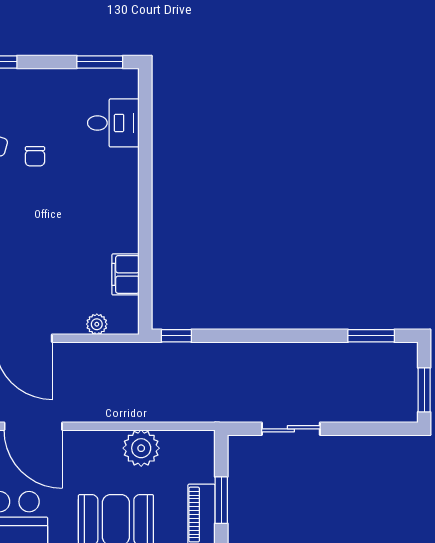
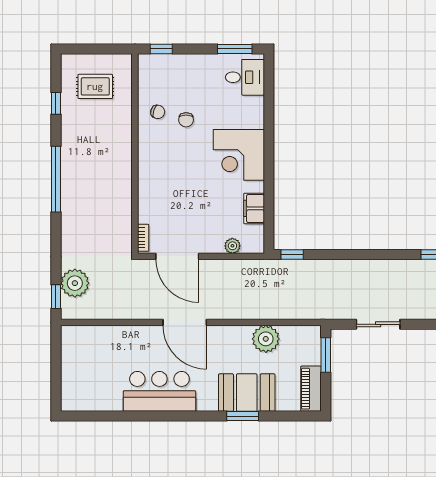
desk: (113, 123) -> (245, 77), moved
corner desk: (105, 203) -> (239, 155), added
window: (221, 500) -> (326, 355), moved

